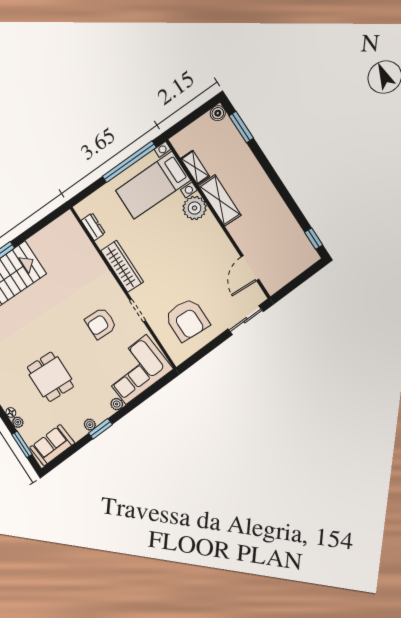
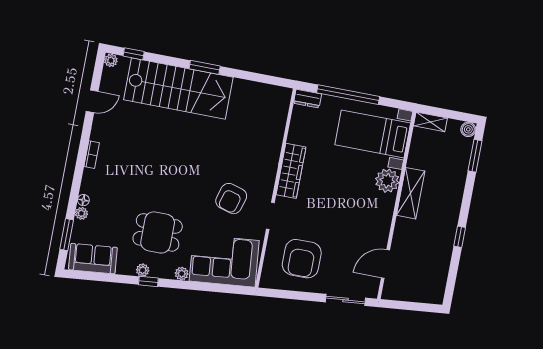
window: (129, 162) -> (348, 95), moved
shelving: (195, 167) -> (430, 122), moved, turned 90
dresser: (93, 227) -> (308, 99), moved, turned 90
window: (314, 239) -> (460, 237), moved
armchair: (101, 323) -> (231, 199), turned -74
dining table: (50, 377) -> (158, 232), moved, turned 90
window: (100, 429) -> (148, 281), width x0.67

